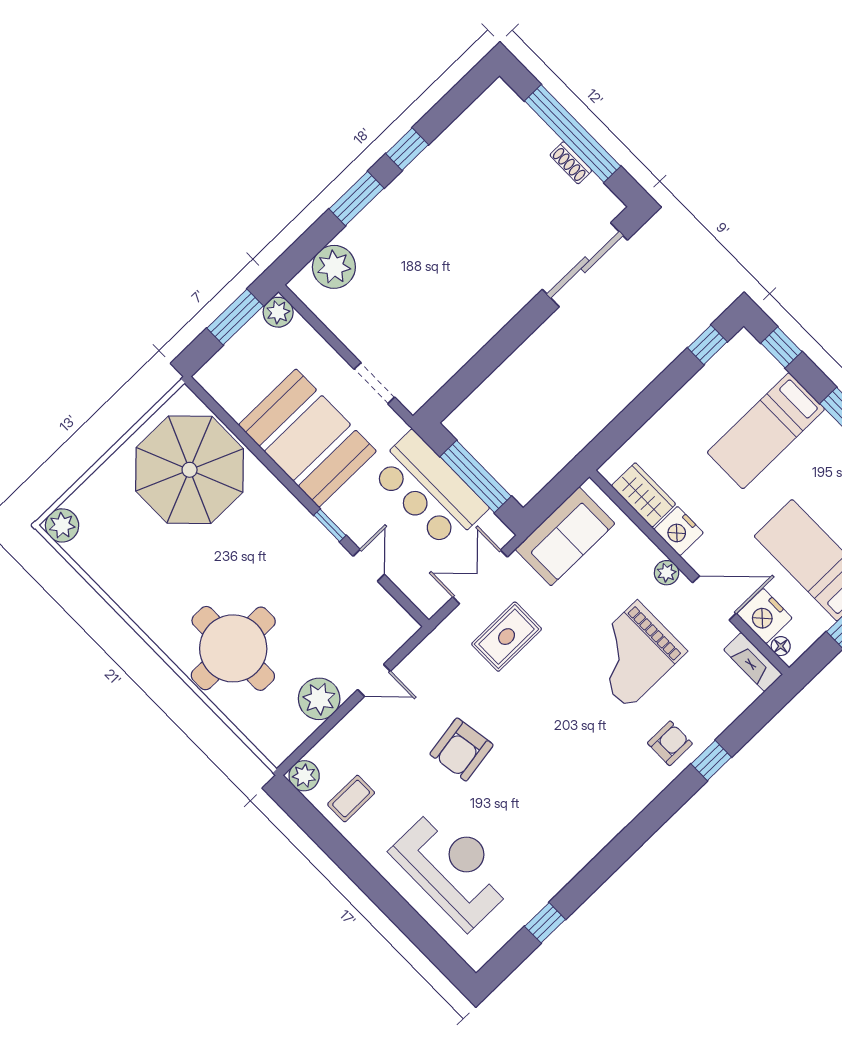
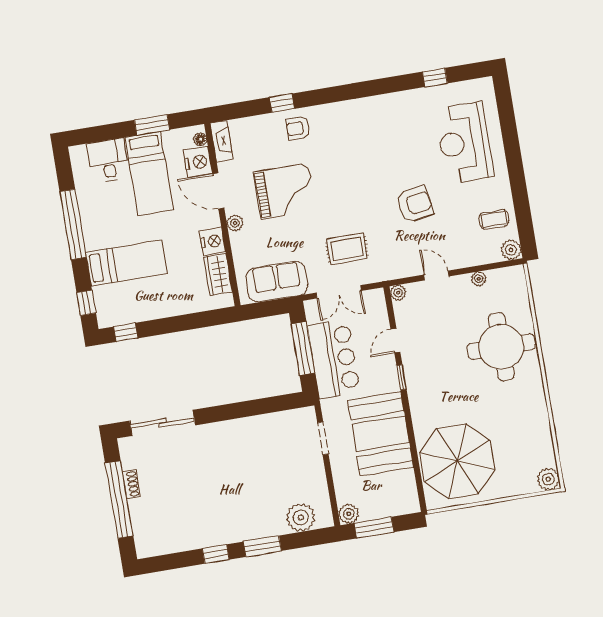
plant: (406, 627) -> (398, 293), added
plant: (319, 699) -> (479, 279), width x0.53, depth x0.53

